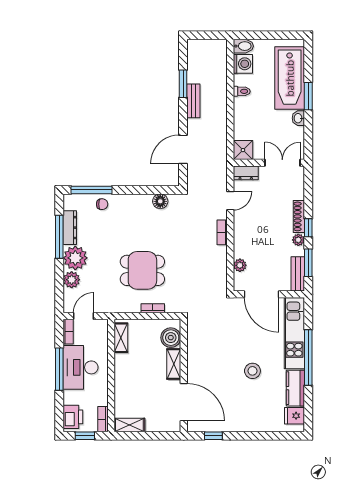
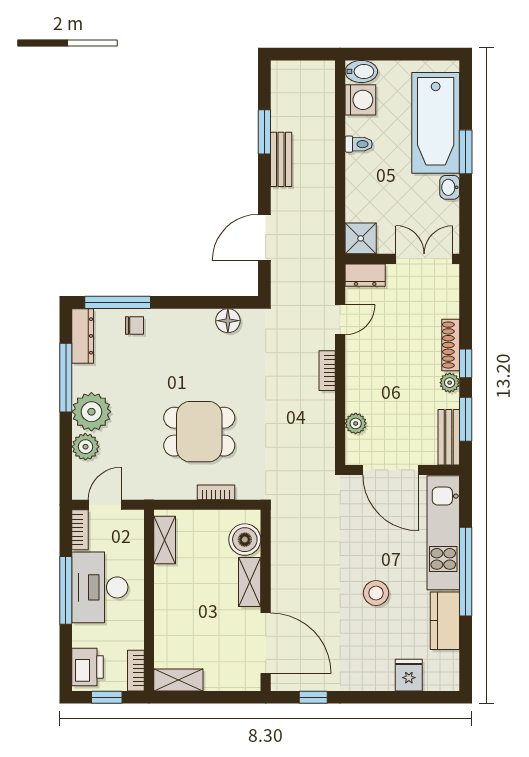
dresser: (70, 228) -> (83, 336), moved
fridge: (294, 416) -> (409, 675), moved, turned 90

